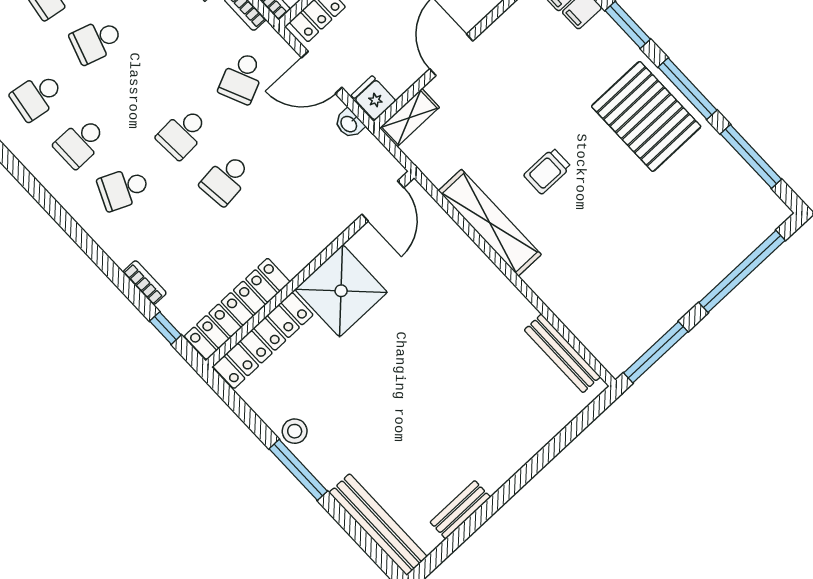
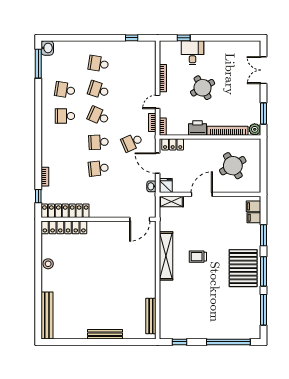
school desk: (123, 189) -> (98, 116), moved
shower: (341, 291) -> (102, 235), removed
window: (656, 352) -> (179, 342), width x0.46
window: (298, 470) -> (38, 276), removed
bench: (460, 510) -> (105, 334), moved, width x1.36

